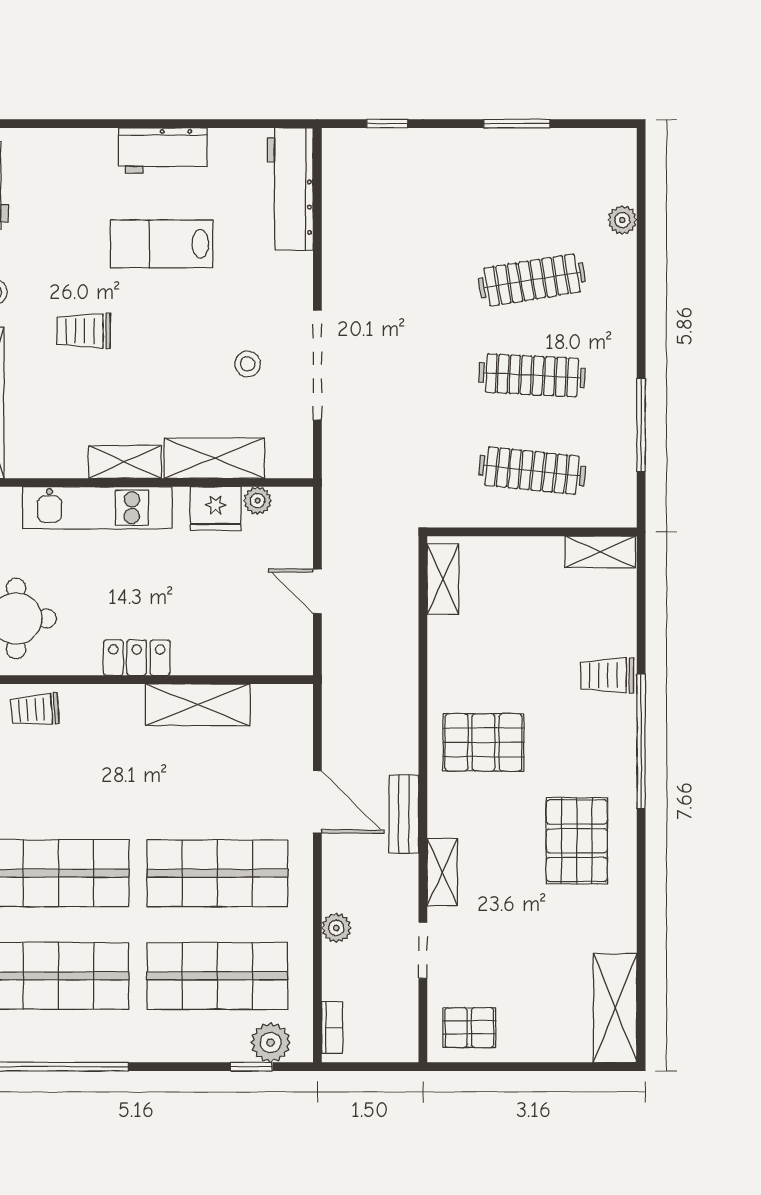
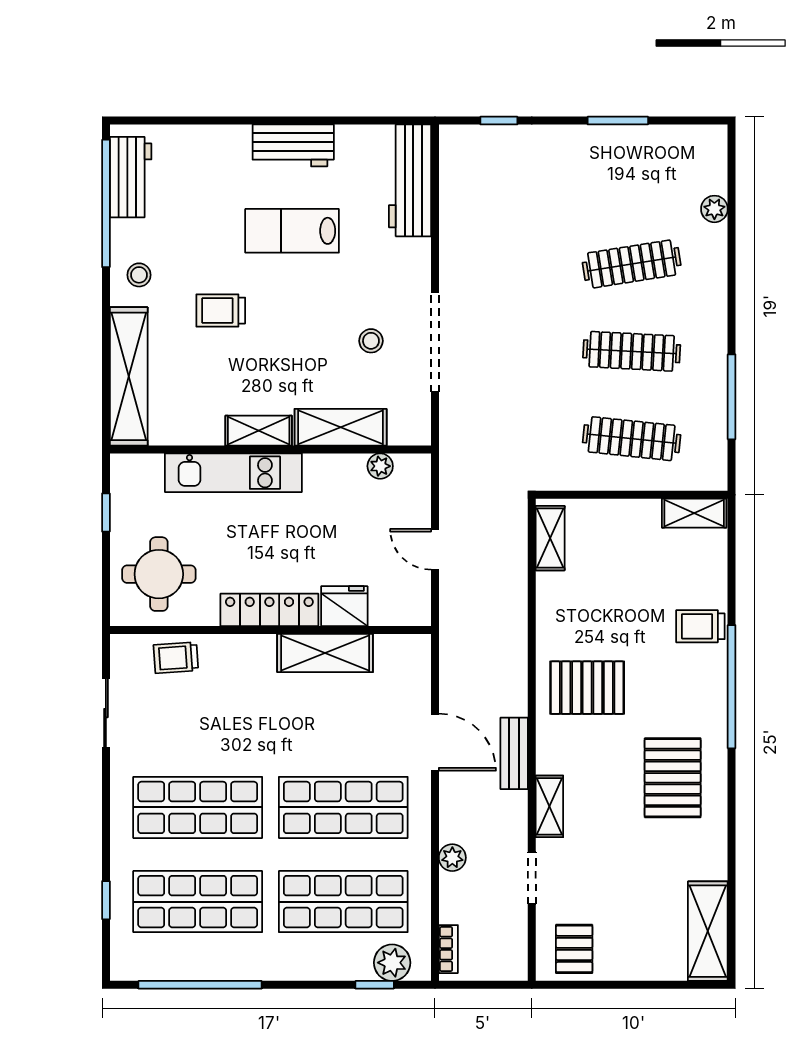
fridge: (215, 509) -> (344, 606), moved, turned 180
locker: (137, 658) -> (269, 610), width x1.53
pallet: (469, 1028) -> (574, 949), turned 90

